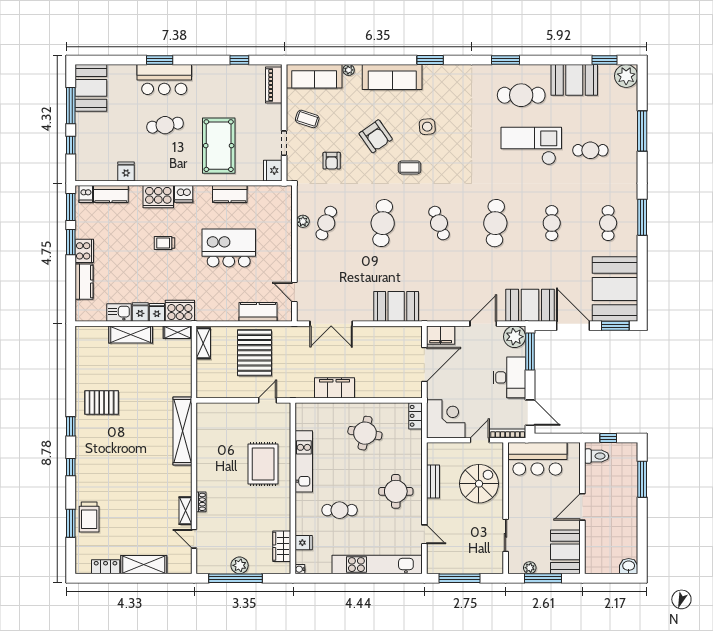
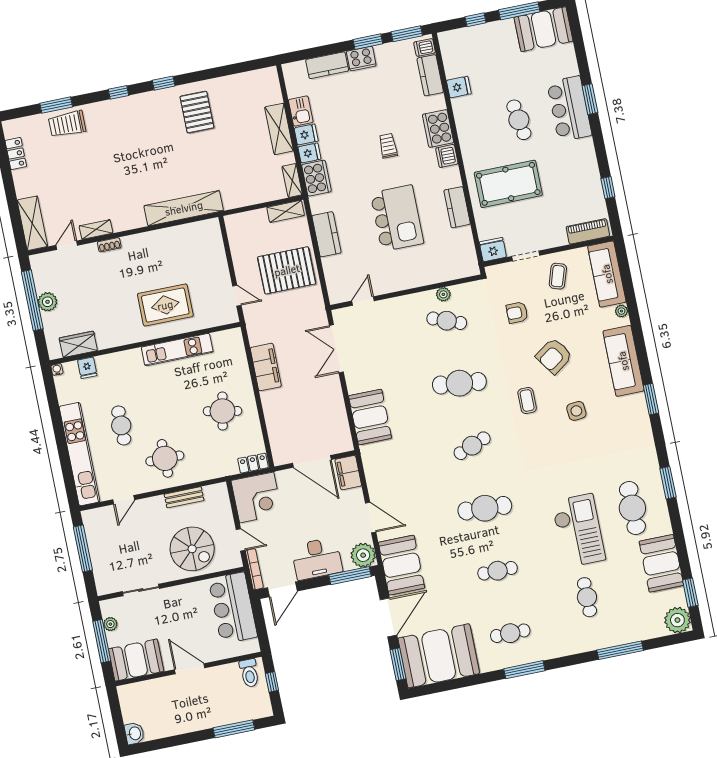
kitchen counter: (258, 312) -> (326, 234), moved
cafe table: (340, 510) -> (121, 425), moved
shelving: (144, 565) -> (32, 223), moved

